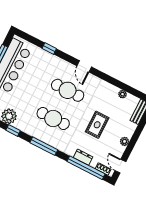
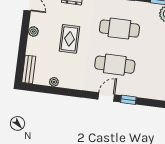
window: (49, 49) -> (128, 100), moved
door: (84, 66) -> (106, 97), hinge flipped

